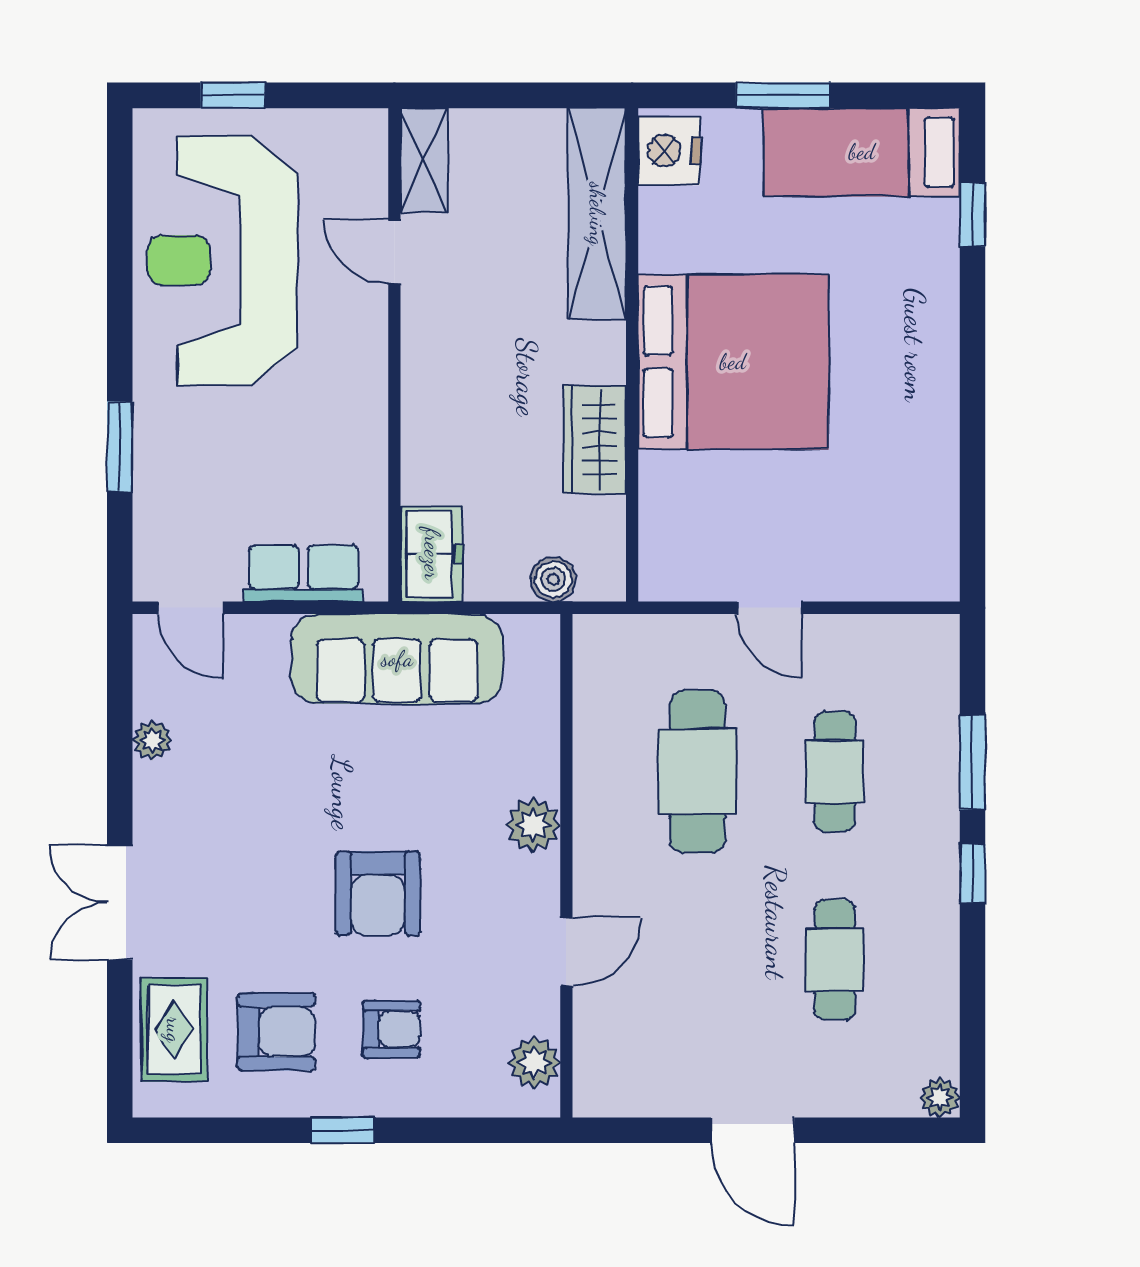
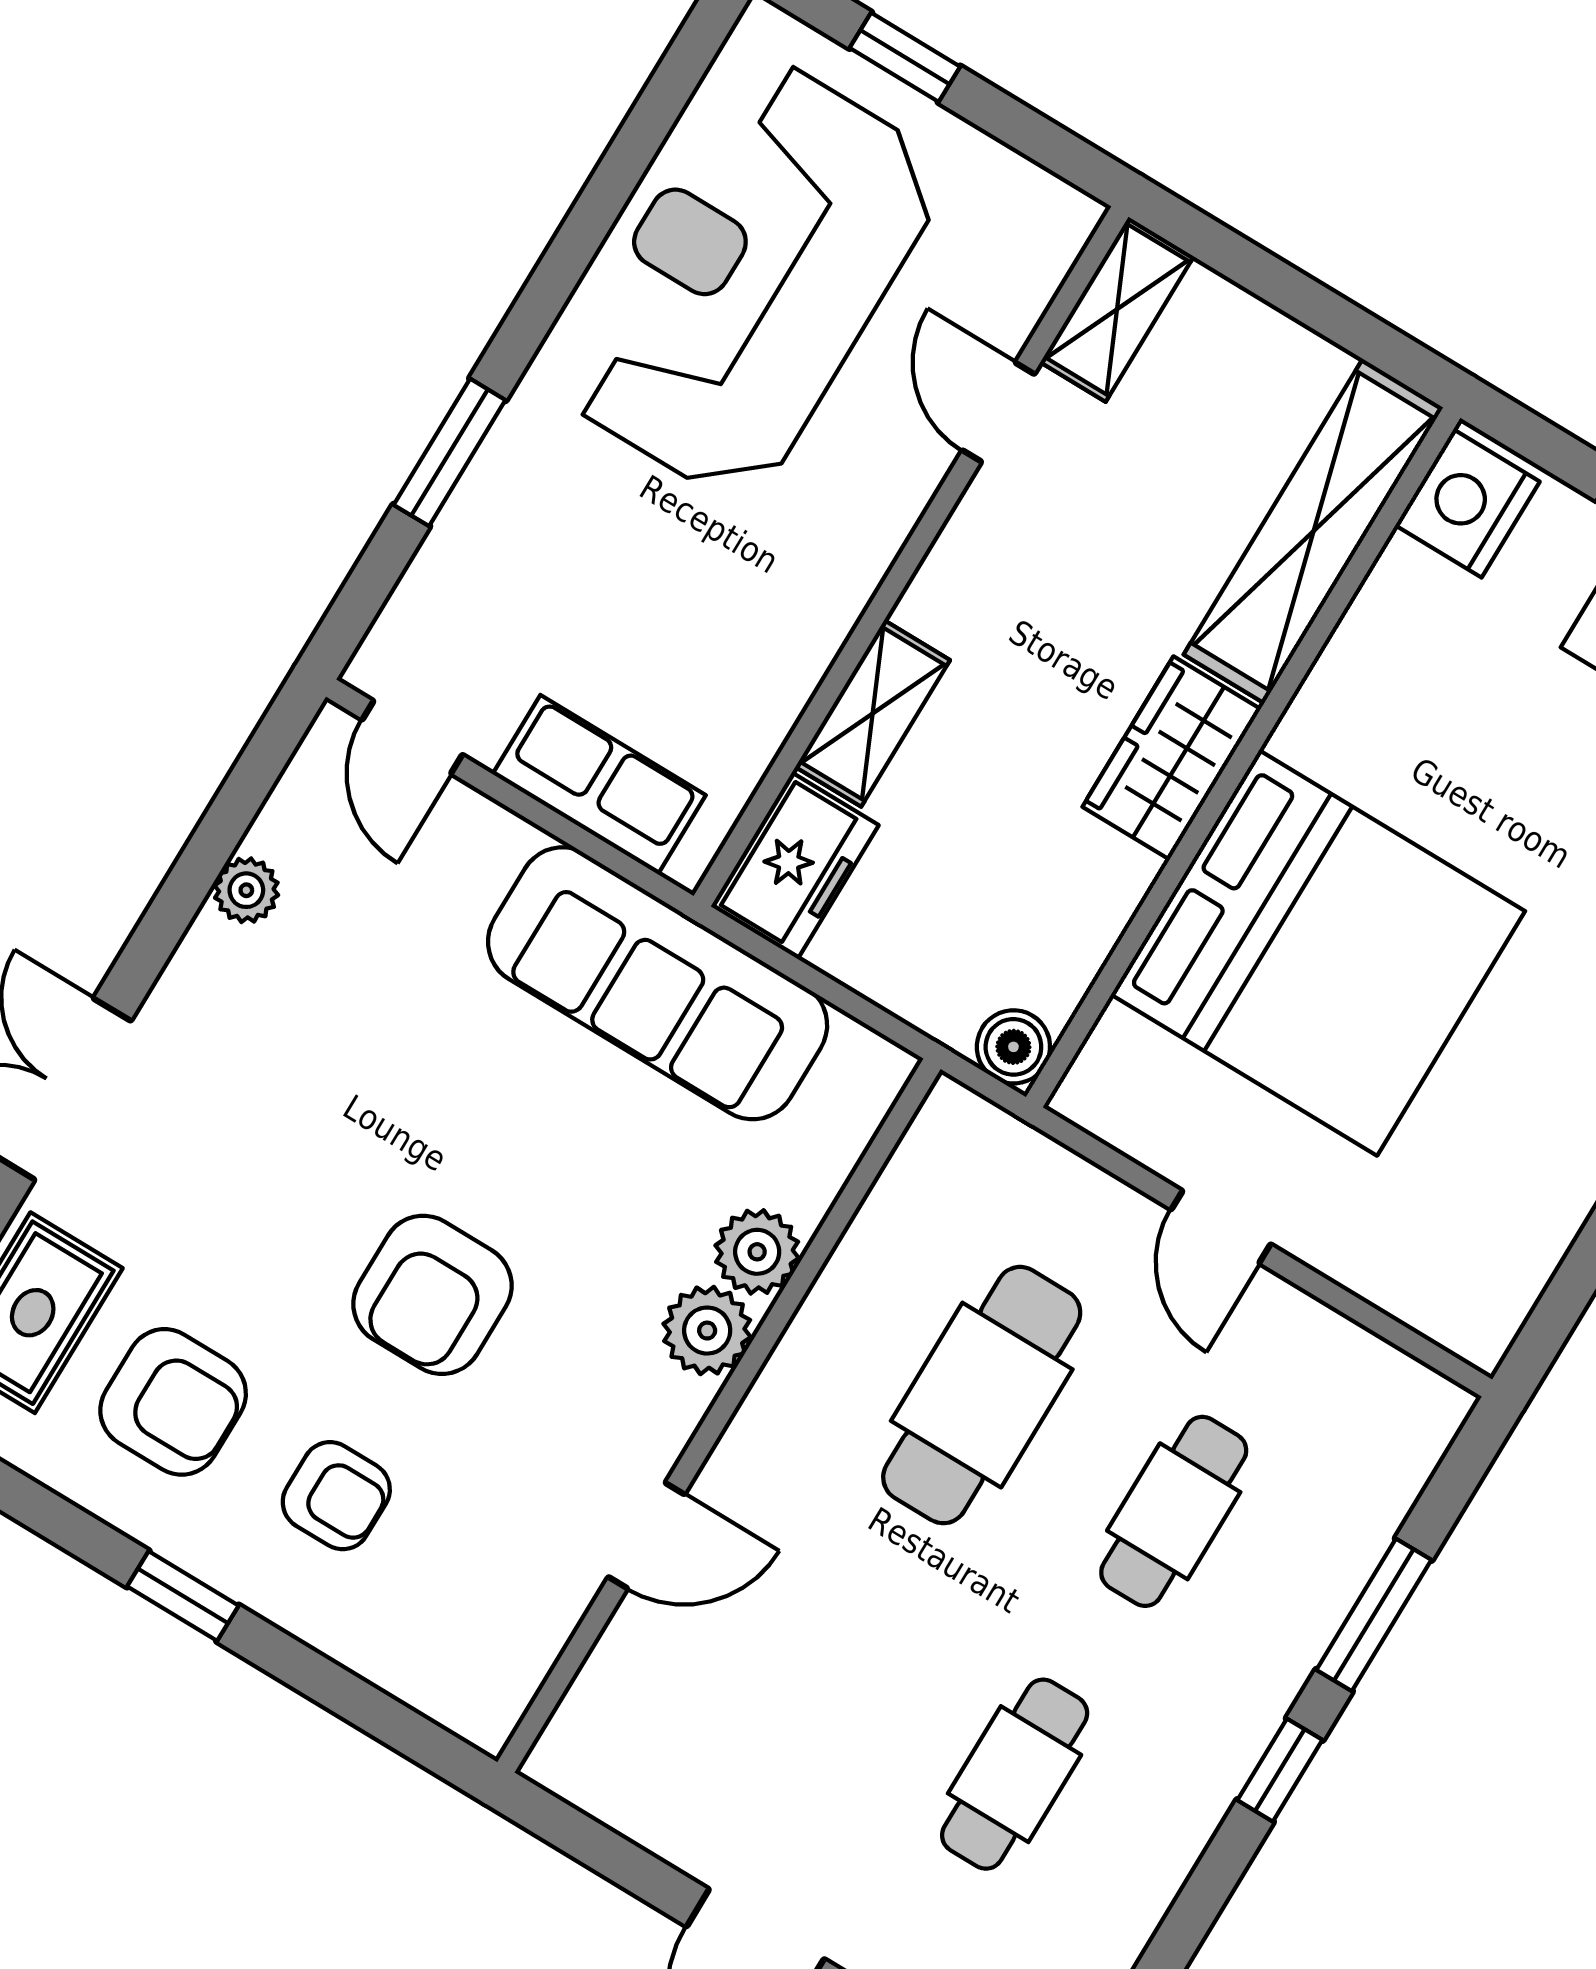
bed: (733, 362) -> (1318, 953), moved
wardrobe: (595, 440) -> (1172, 758), moved
shelving: (424, 449) -> (873, 713), added
boiler: (553, 579) -> (1013, 1047), moved
plant: (534, 1063) -> (757, 1252), moved

